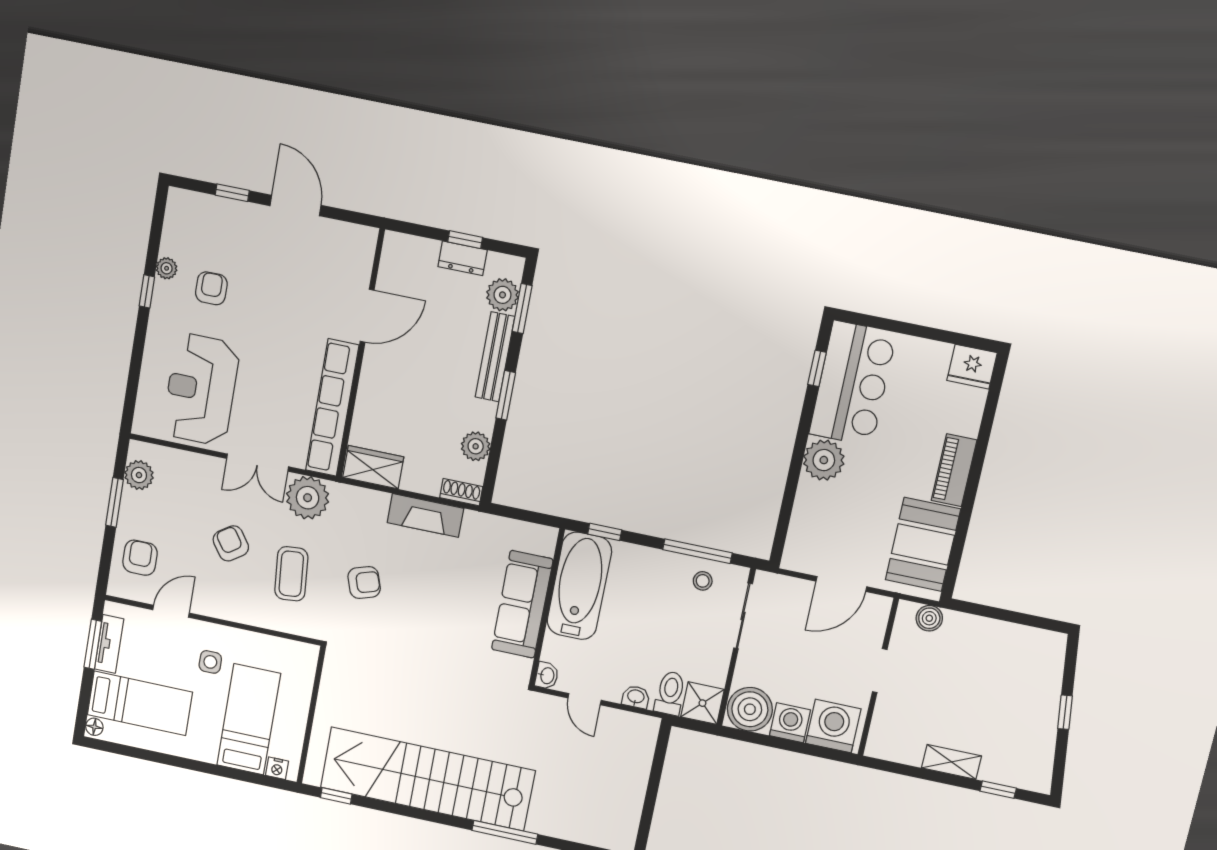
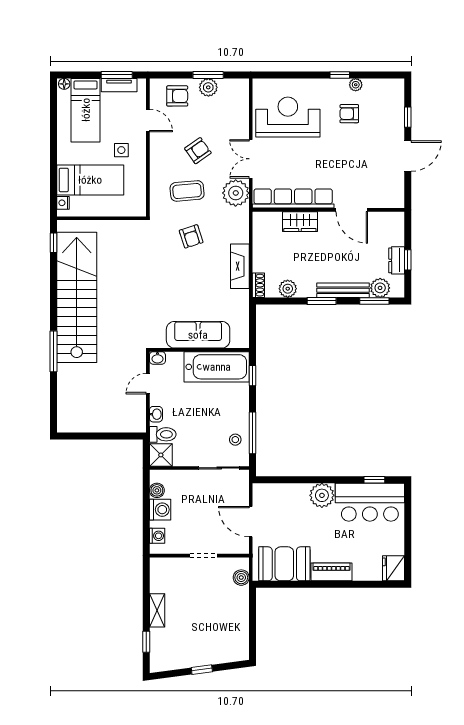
armchair: (211, 288) -> (349, 114), turned 180
wardrobe: (373, 467) -> (300, 222), moved, turned 90
plant: (139, 475) -> (208, 87), moved
boiler: (750, 709) -> (157, 490), width x0.54, depth x0.54
washing machine: (833, 726) -> (157, 536), width x0.53, depth x0.53

